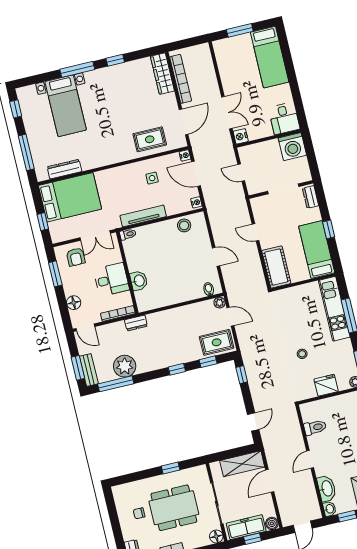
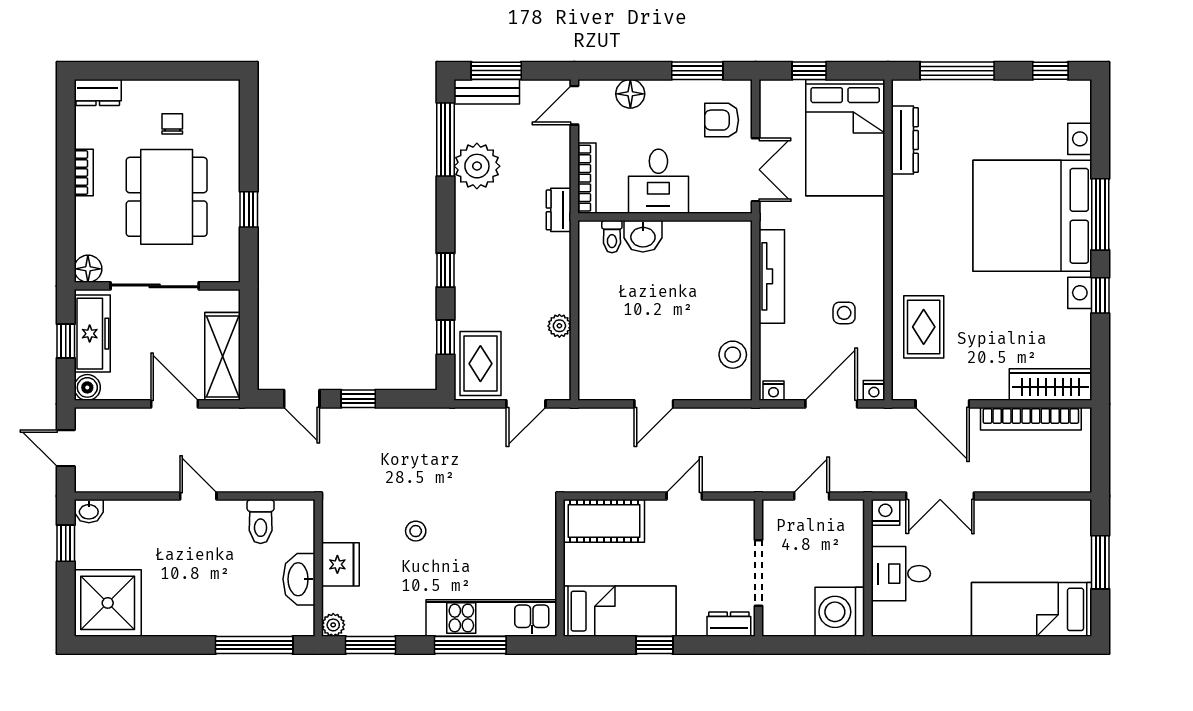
bed with nightstands: (66, 106) -> (1032, 216), width x1.85
desk: (284, 118) -> (901, 574), moved
toilet: (128, 234) -> (612, 237), moved
double door: (95, 235) -> (756, 170), swing flipped
bidet: (209, 289) -> (592, 373), removed
plant: (220, 303) -> (559, 326), moved
window: (242, 375) -> (358, 399), moved
washbasin: (327, 488) -> (299, 579), moved, turned 90

